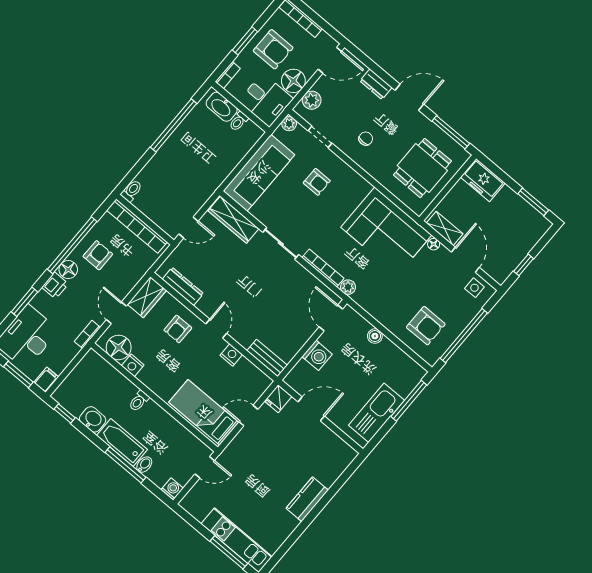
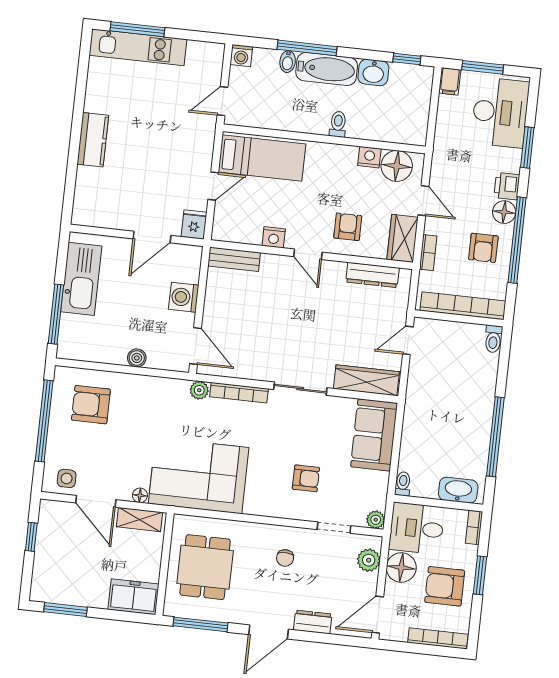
toilet: (239, 121) -> (403, 484), moved
sofa: (259, 173) -> (374, 435), width x0.73
armchair: (317, 182) -> (306, 478), turned 180
bookcase: (87, 334) -> (428, 253), moved

